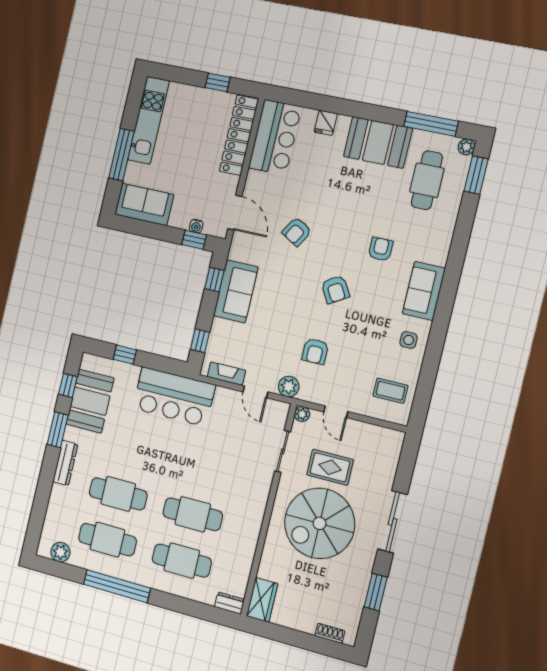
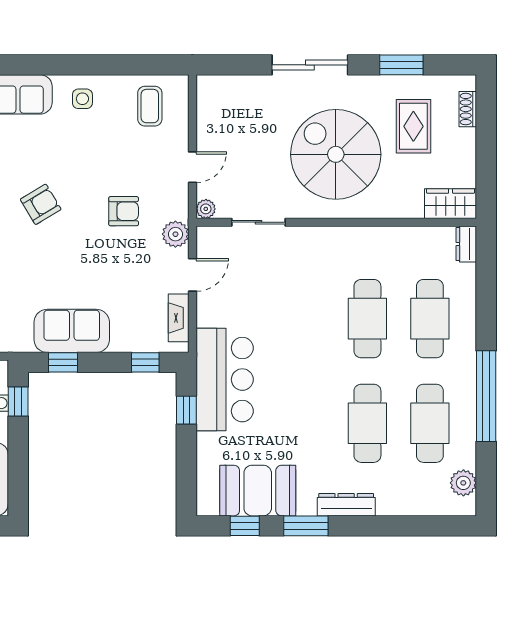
window: (125, 355) -> (186, 410), moved
rug: (330, 467) -> (413, 126), moved
spiral stairs: (320, 523) -> (336, 154), turned 180

